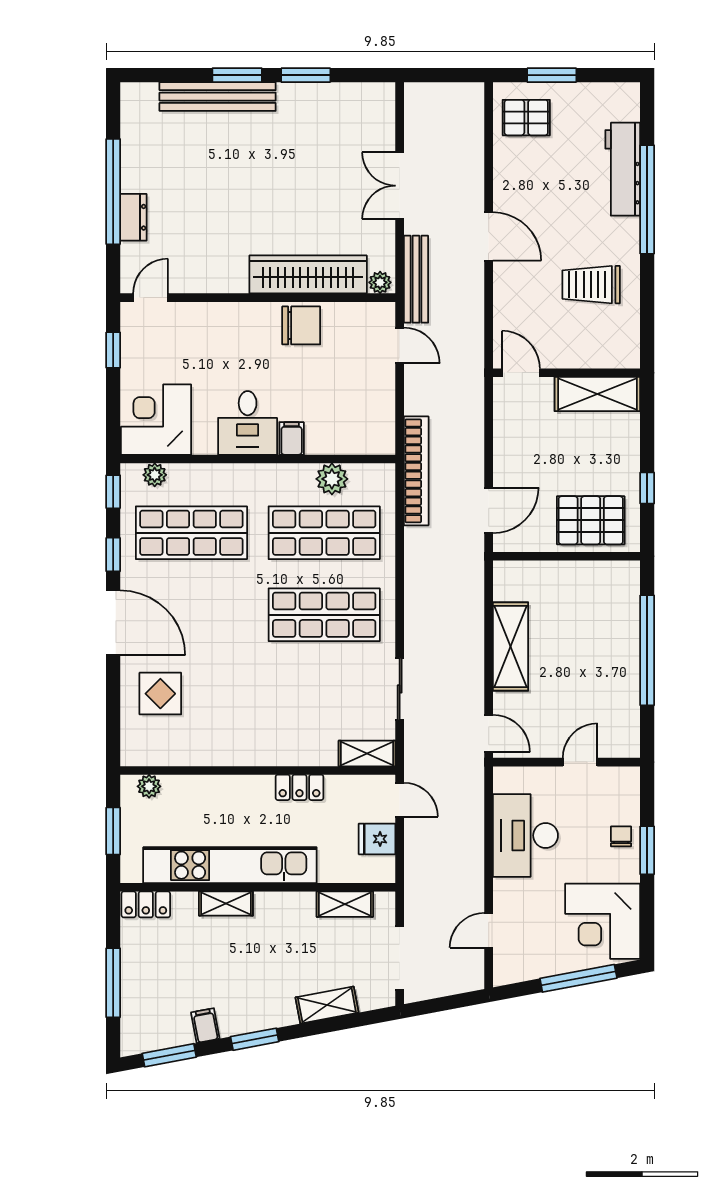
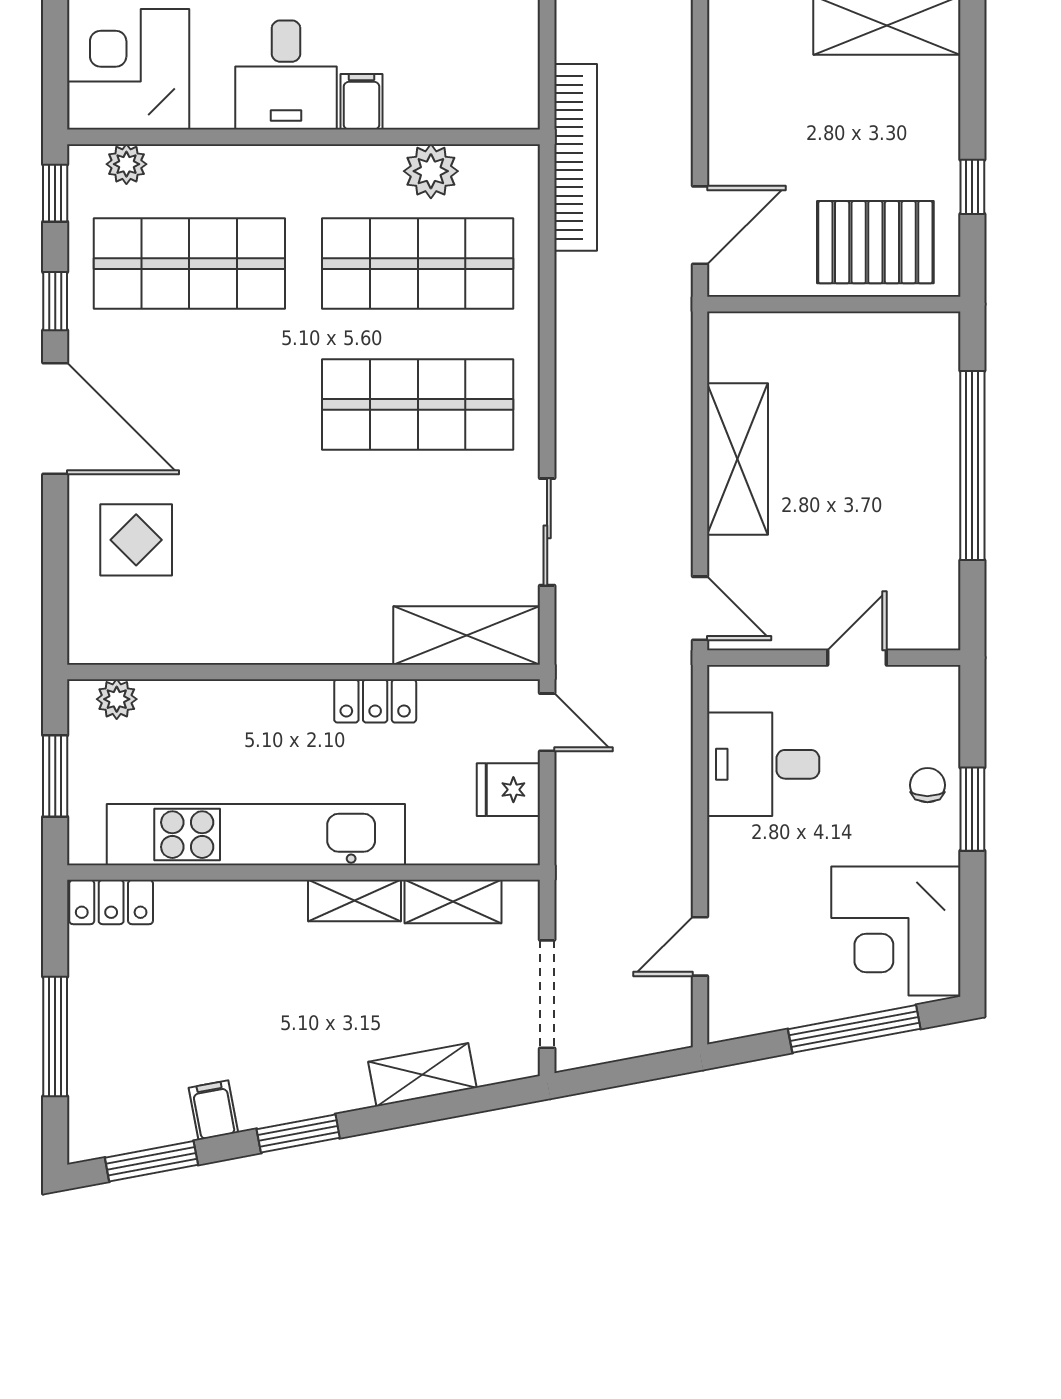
shelving: (367, 753) -> (467, 635), width x1.50, depth x1.33
desk: (525, 835) -> (763, 764), width x0.73
shelving: (226, 904) -> (354, 901), moved

